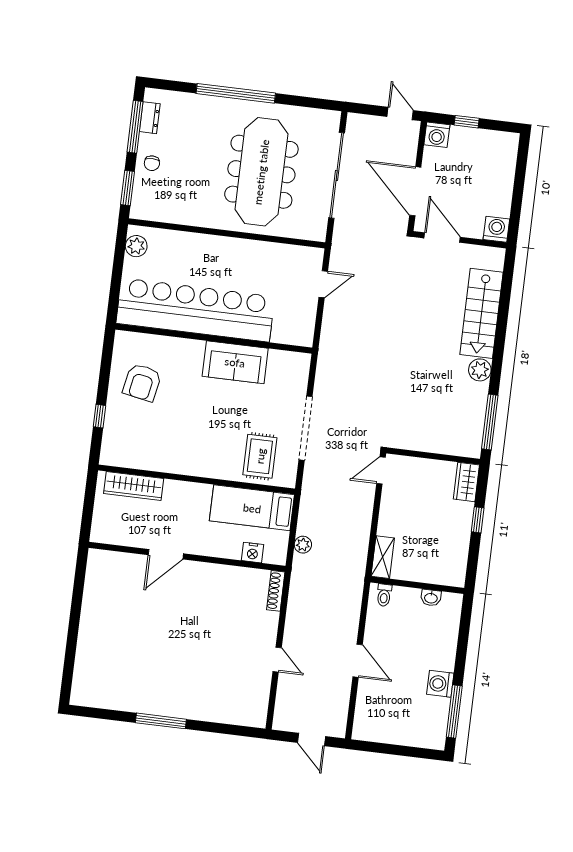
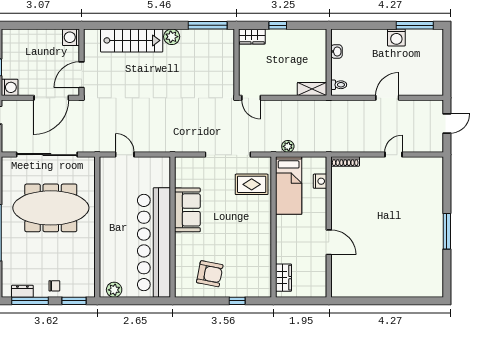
wardrobe: (134, 486) -> (284, 278), width x0.67
plant: (303, 545) -> (288, 146), moved

